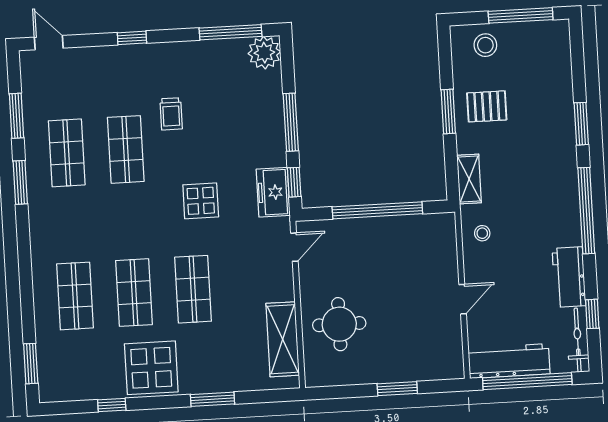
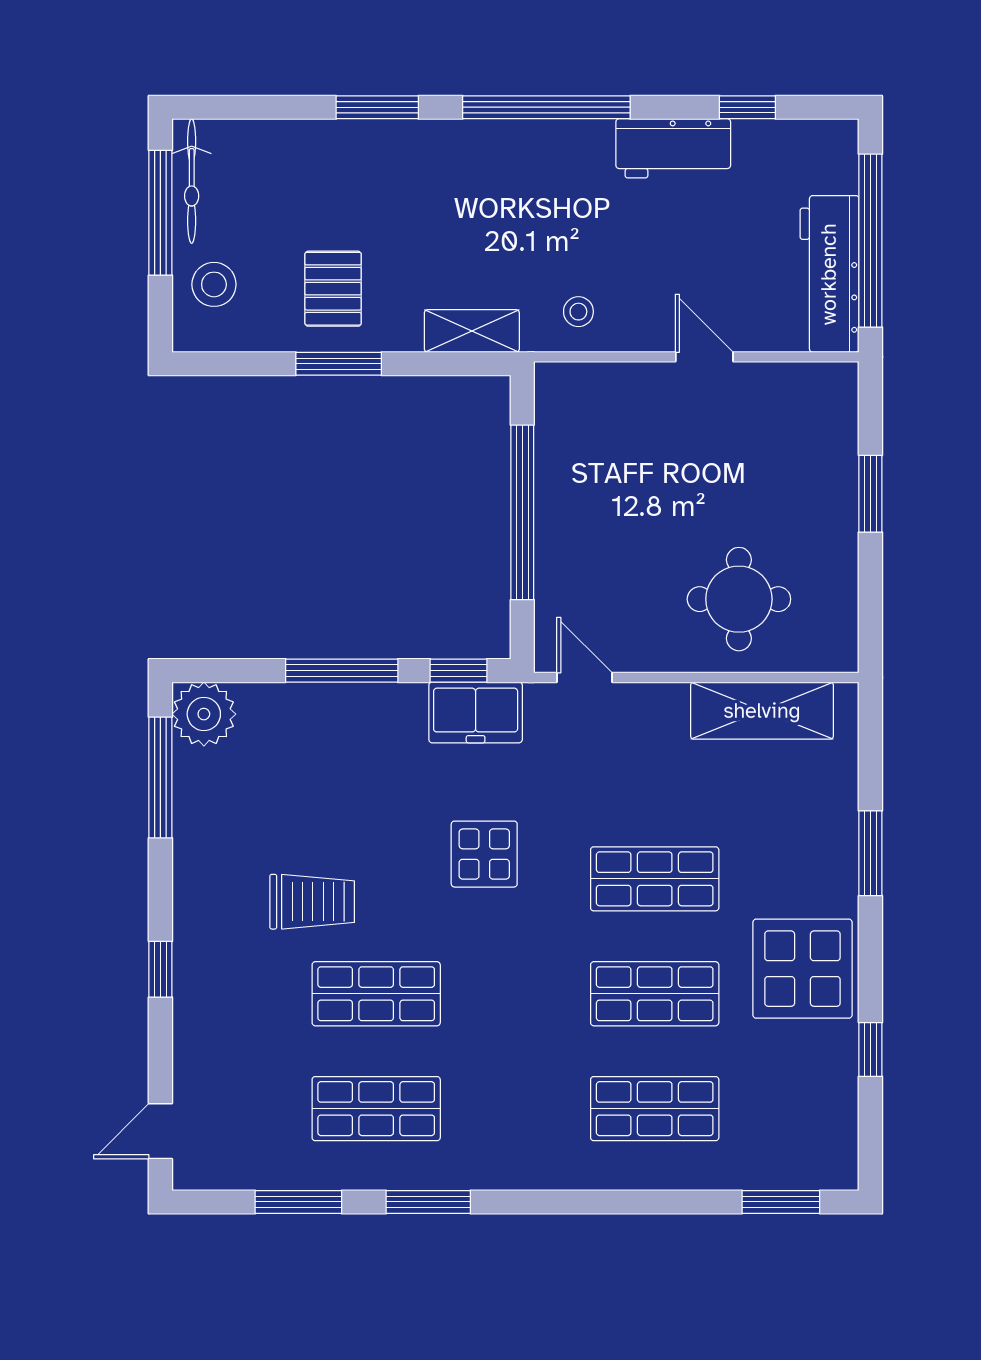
trolley: (171, 114) -> (312, 902), width x1.36, depth x1.39
bicycle: (578, 340) -> (192, 181), moved, turned -90

